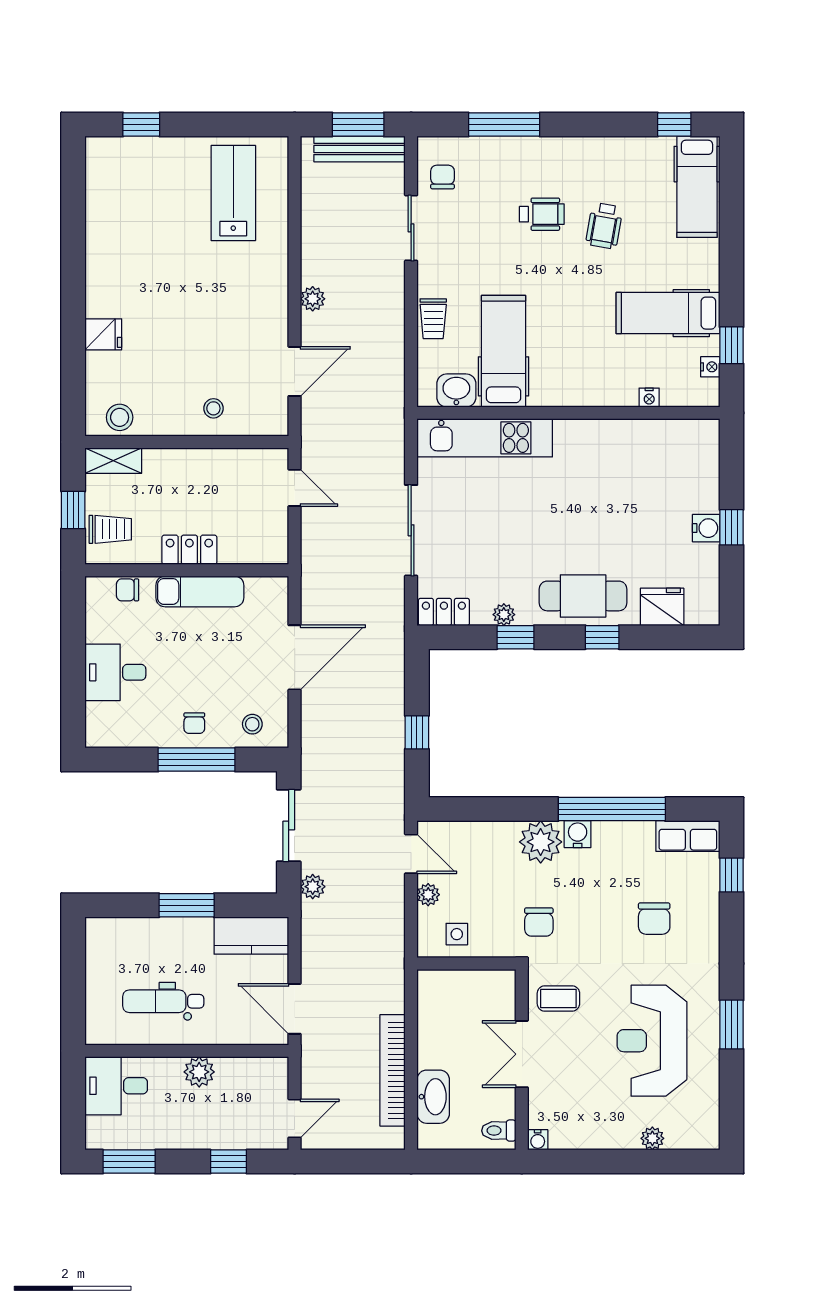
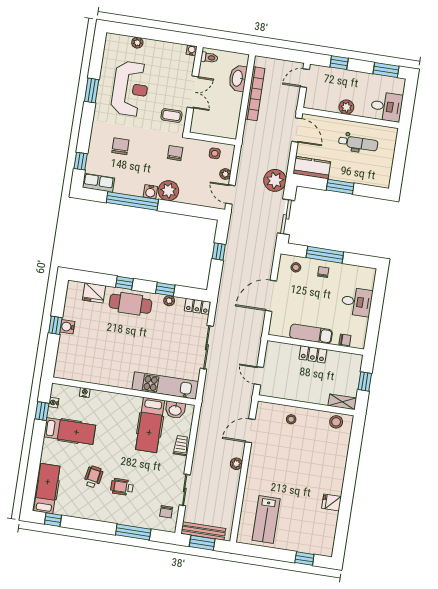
fridge: (103, 334) -> (332, 502), moved
trolley: (110, 529) -> (349, 370), removed
plant: (313, 887) -> (275, 180), width x1.88, depth x1.88

